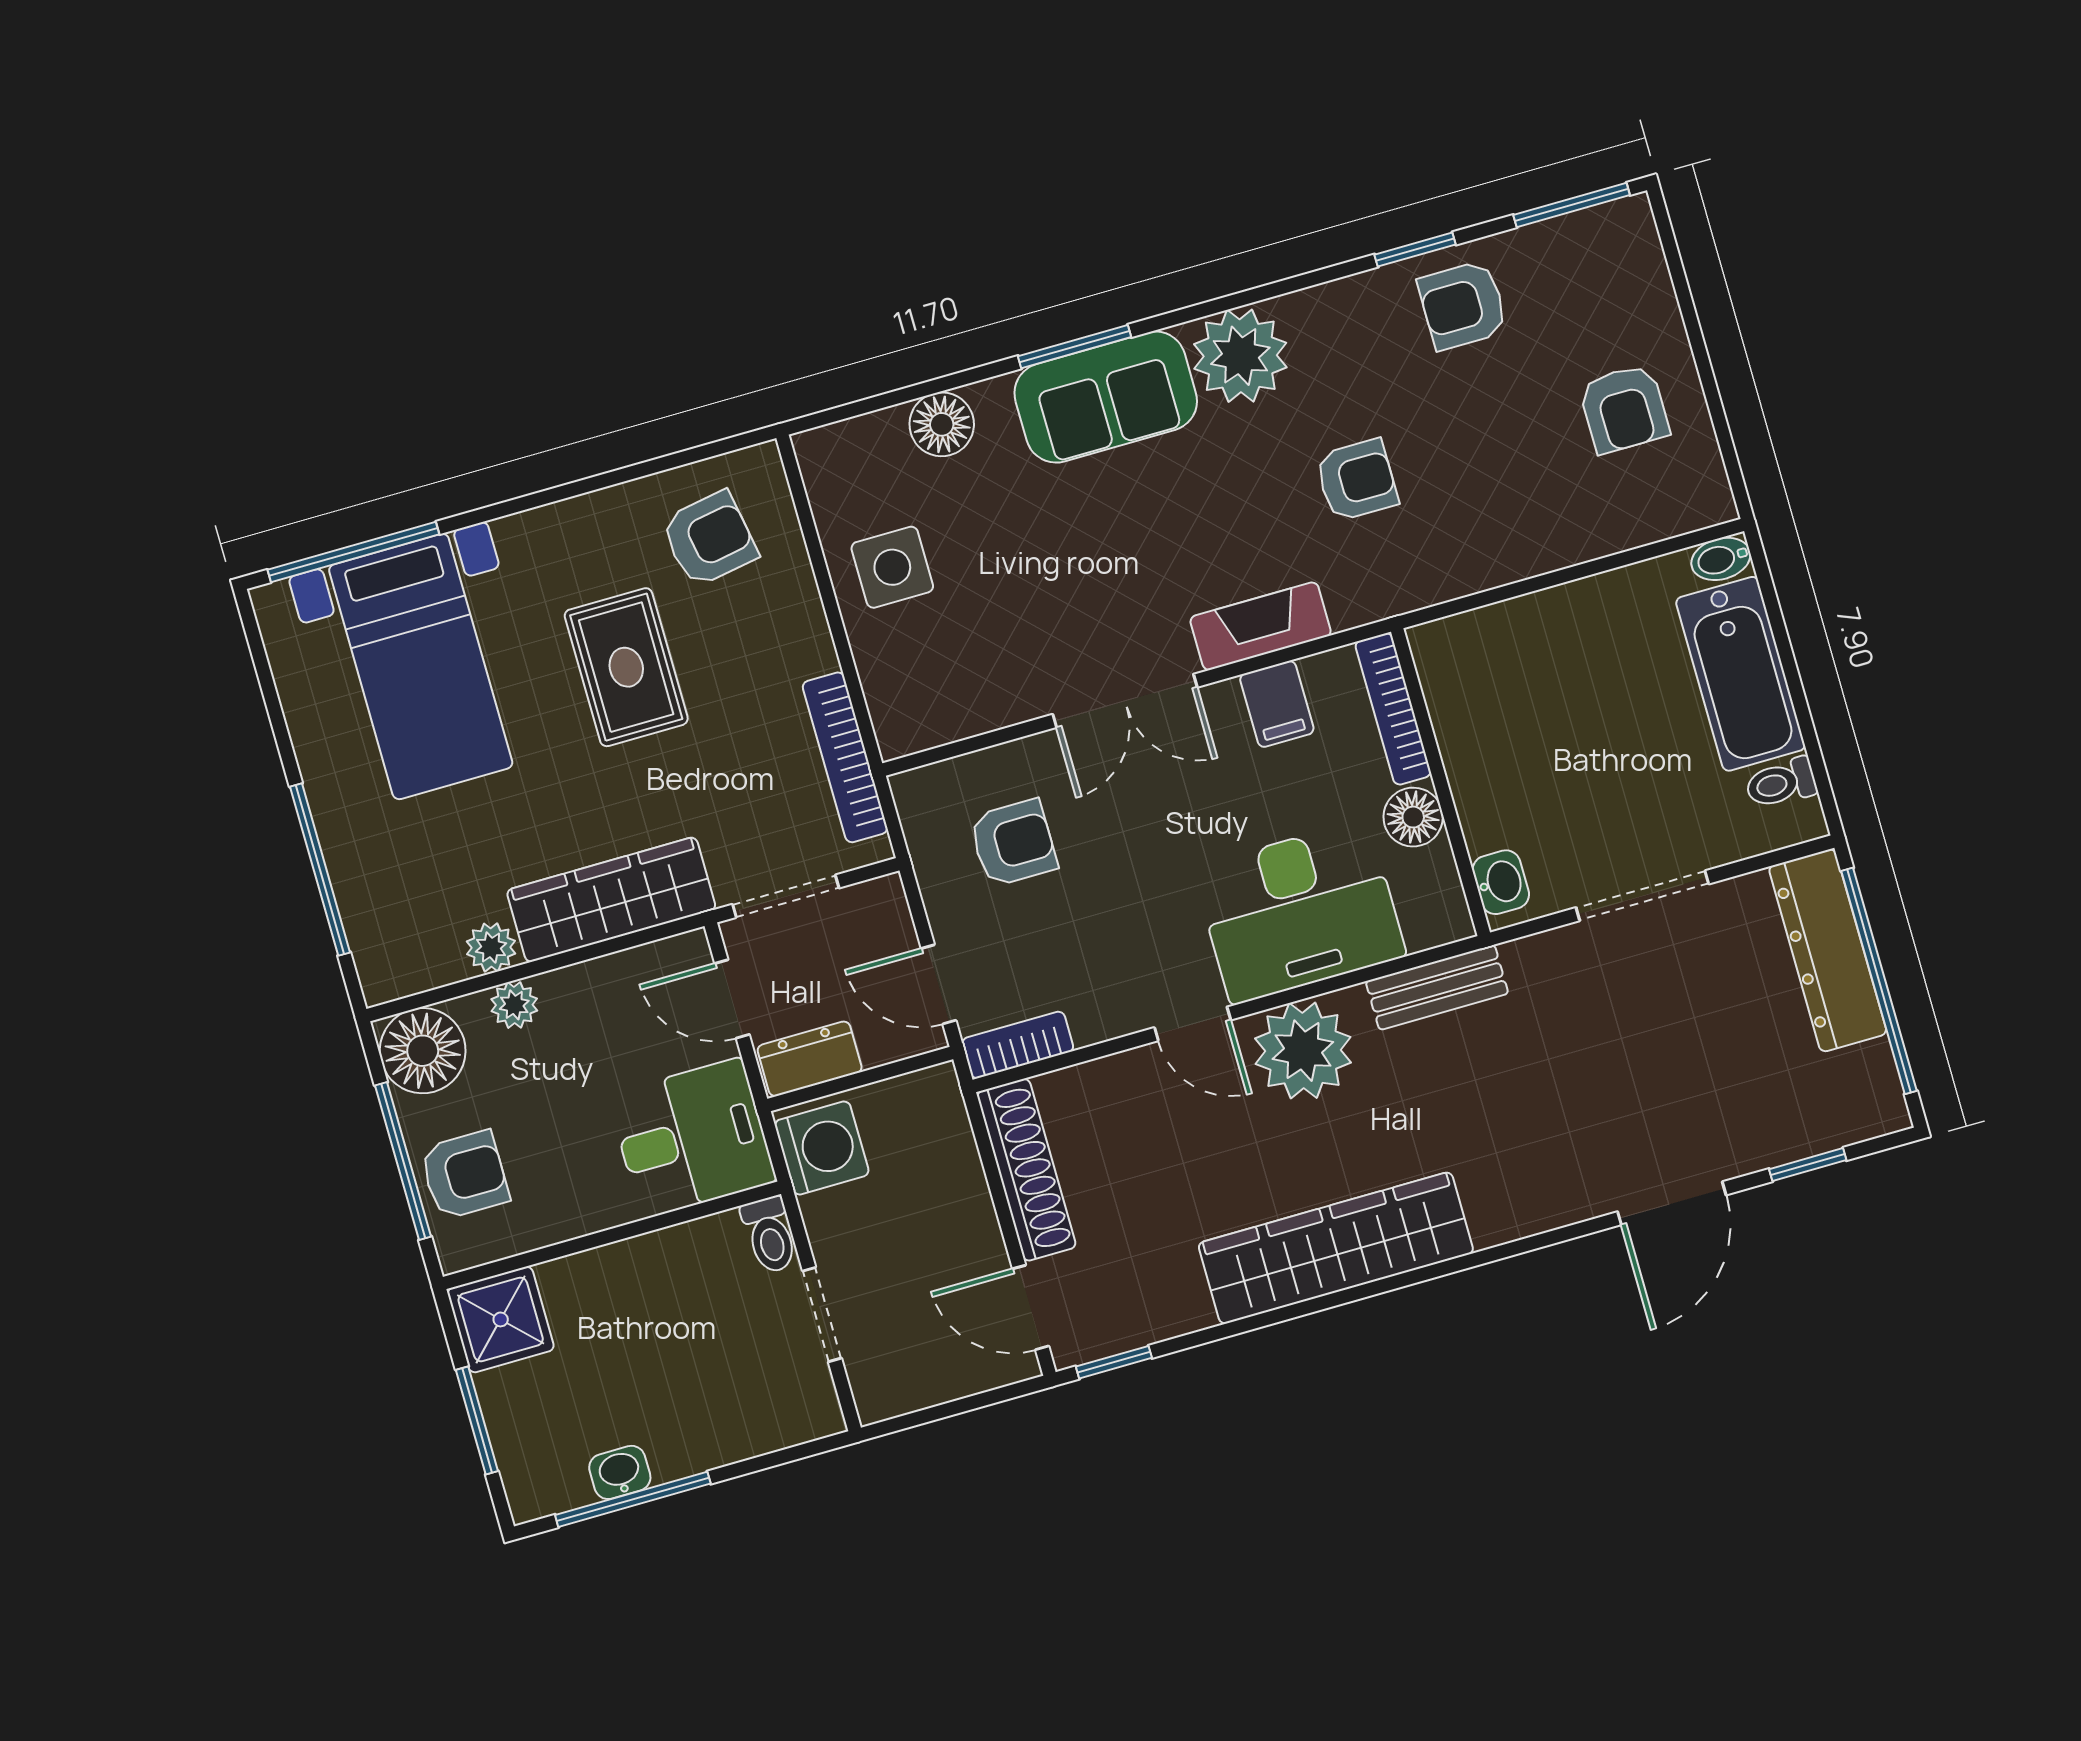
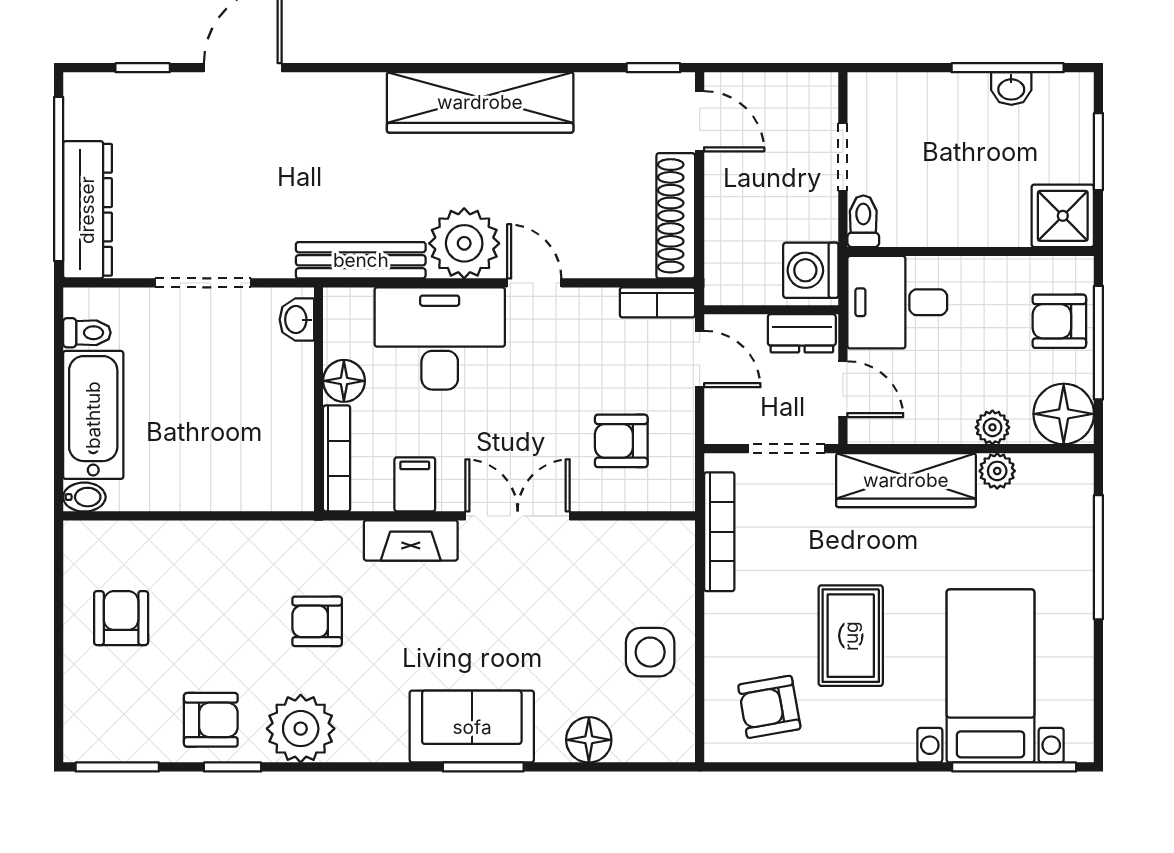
plant: (1240, 356) -> (301, 729), moved
bench: (1437, 987) -> (361, 260), width x1.36

